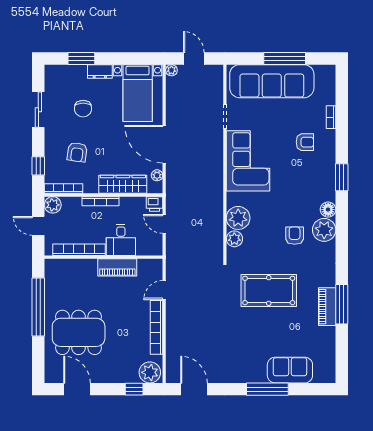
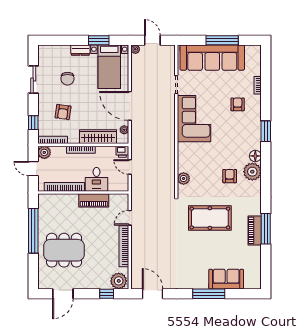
window: (81, 58) -> (99, 40), moved
armchair: (305, 142) -> (238, 104), turned -90
plant: (238, 218) -> (186, 162), removed
door: (77, 389) -> (63, 294), swing flipped

